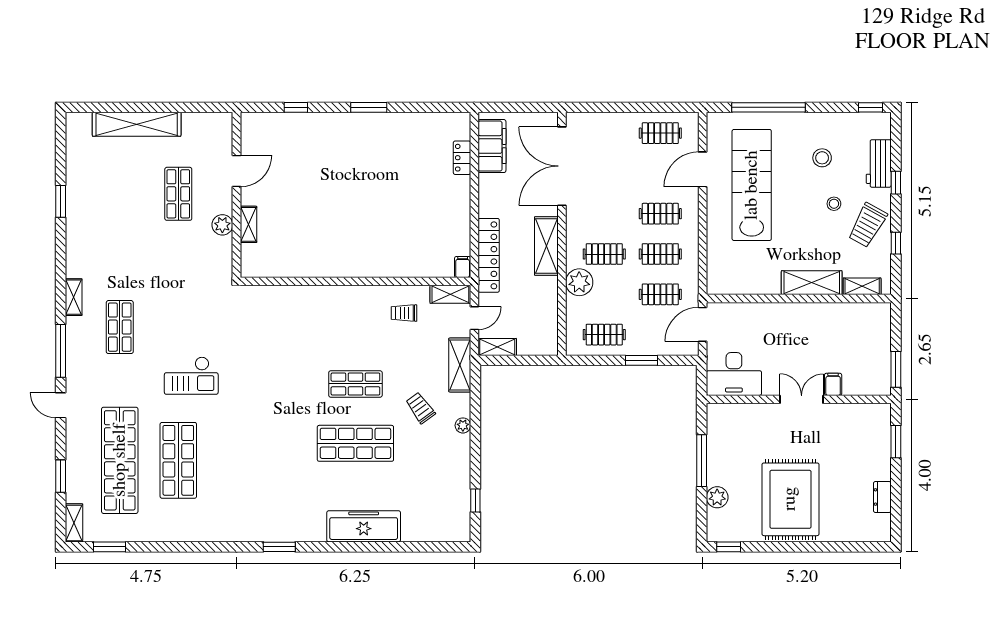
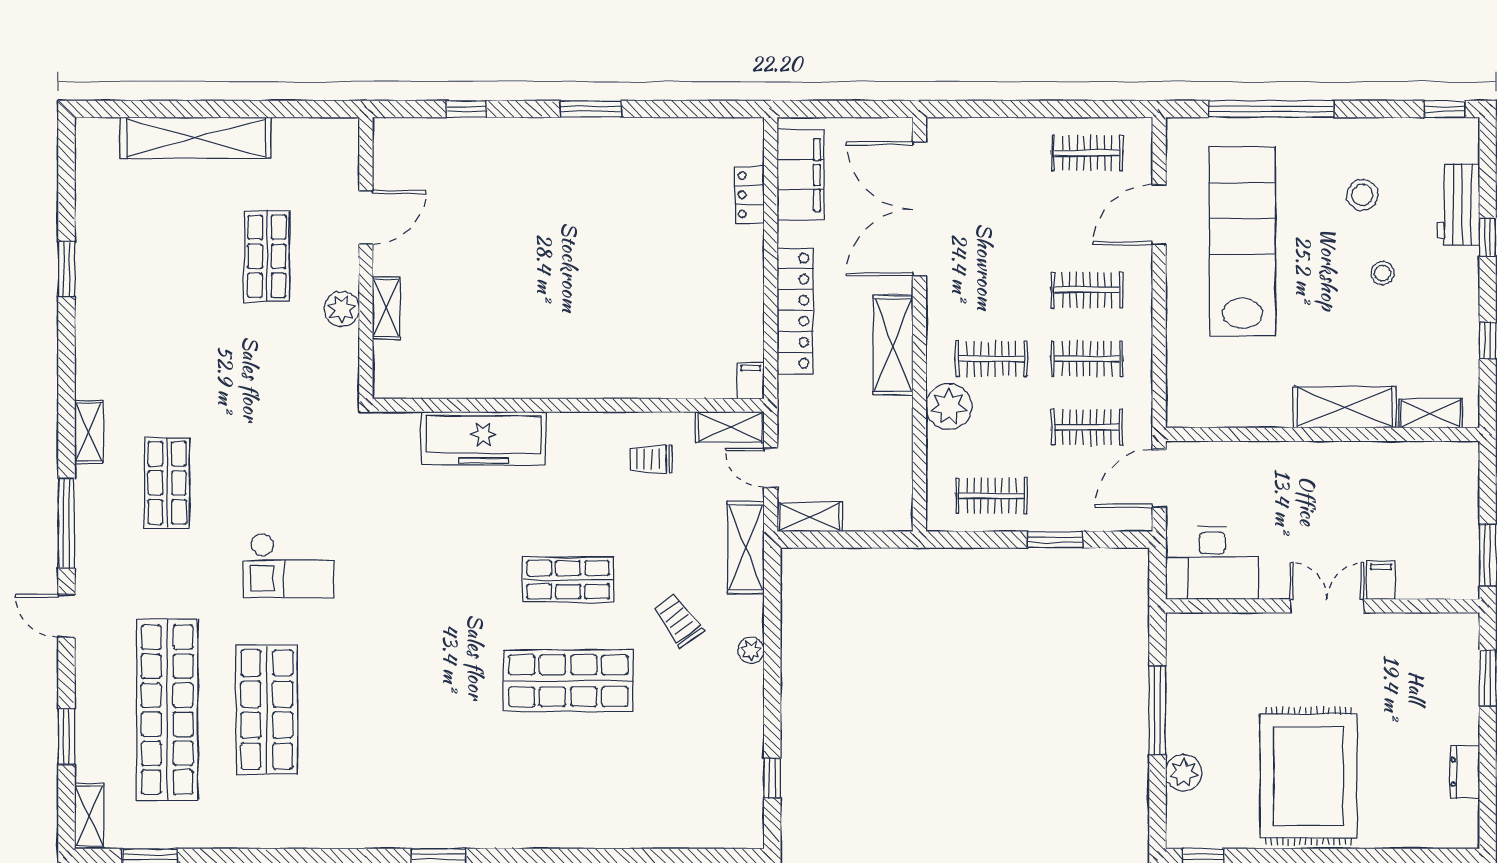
trolley: (867, 225) -> (1439, 309), removed
locker: (489, 255) -> (795, 311), moved
door: (474, 318) -> (771, 468), swing flipped
freezer: (364, 526) -> (483, 439), moved, turned 180

